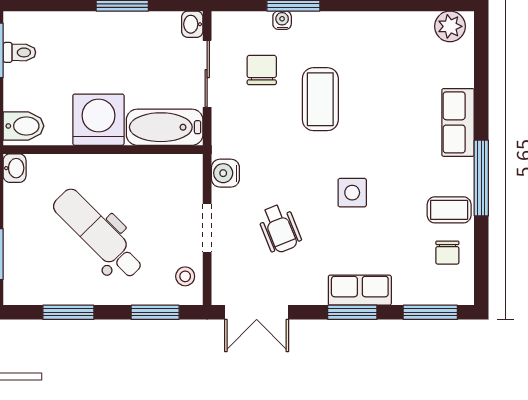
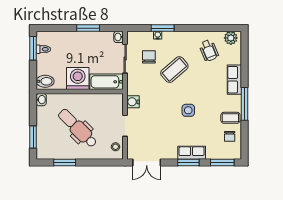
coffee table: (320, 99) -> (174, 70), turned 49
wheelchair: (280, 228) -> (209, 50), moved
window: (155, 312) -> (102, 162), removed

